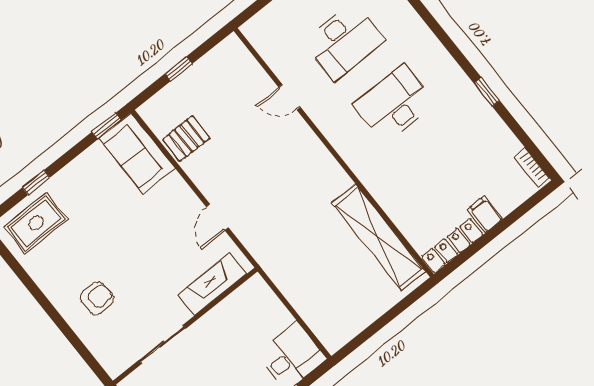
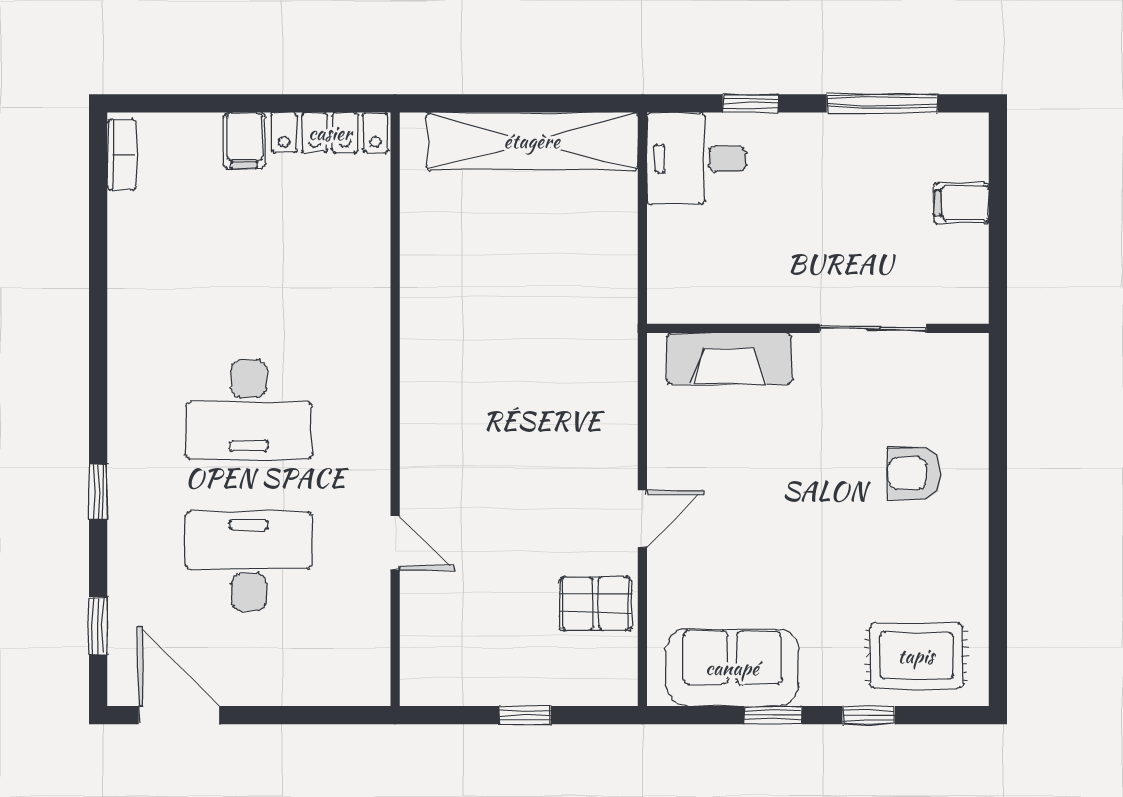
window: (487, 92) -> (98, 492), moved
window: (107, 126) -> (773, 715), moved
sofa: (137, 153) -> (732, 668), moved, turned -90
door: (217, 217) -> (642, 519), moved
shelving: (379, 237) -> (532, 141), moved, turned 90

